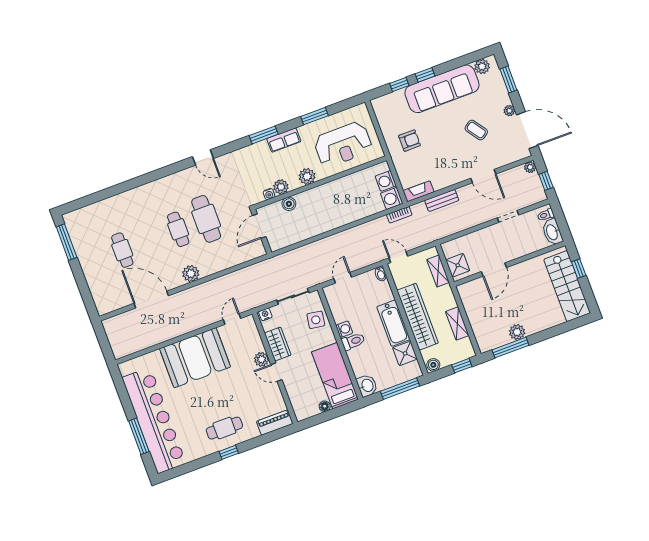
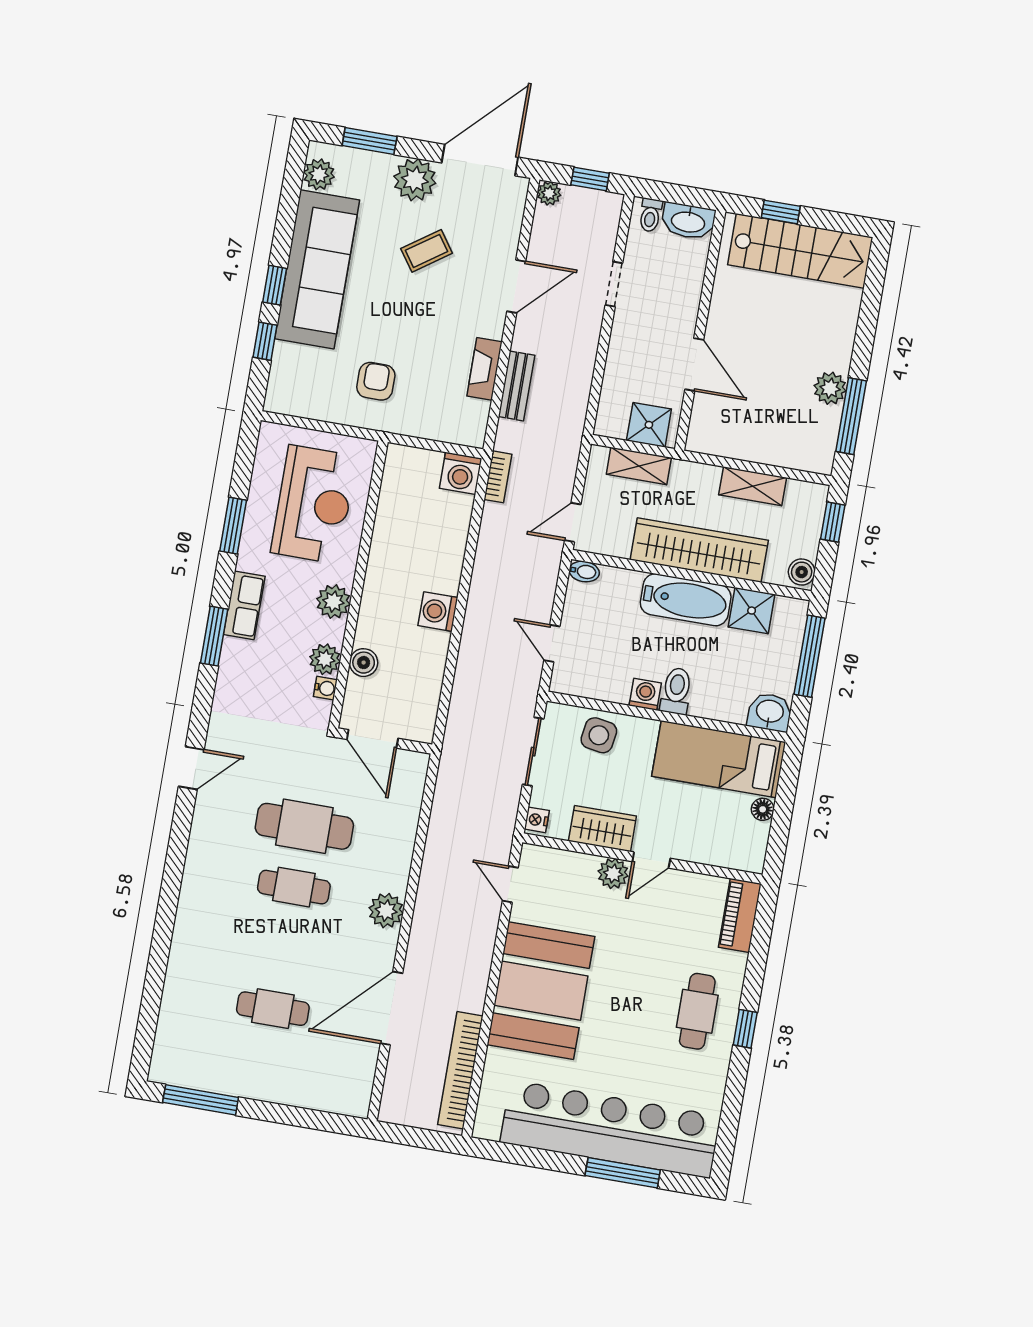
plant: (509, 111) -> (415, 180), width x1.88, depth x1.88
washing machine: (386, 181) -> (438, 612), moved, turned 90
fireplace: (419, 191) -> (484, 369), moved
bookcase: (142, 343) -> (460, 1070), added

